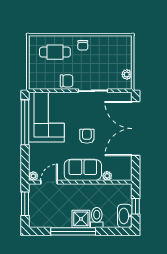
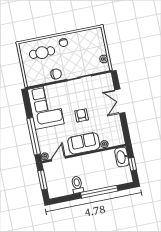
window: (25, 122) -> (34, 136), moved
double door: (136, 129) -> (120, 101), width x0.54
washbasin: (125, 216) -> (122, 157), moved
toilet: (97, 218) -> (77, 185), moved
shower: (81, 219) -> (90, 183), removed
window: (73, 231) -> (99, 192), moved

